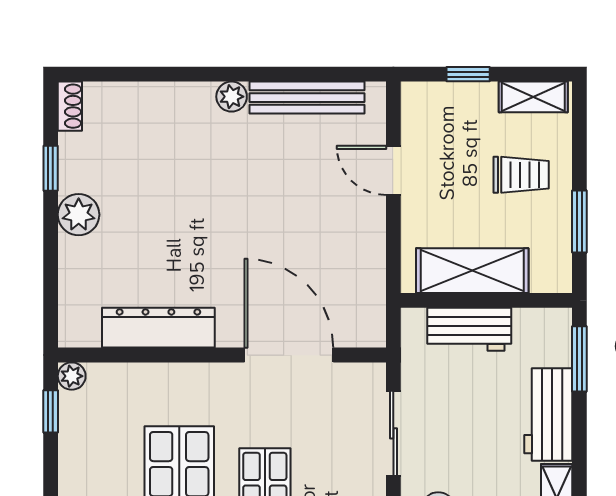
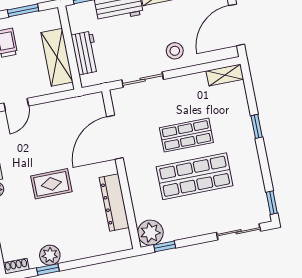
rug: (221, 209) -> (51, 184), added
plant: (79, 215) -> (50, 255), moved
plant: (72, 376) -> (150, 233), width x1.88, depth x1.88

